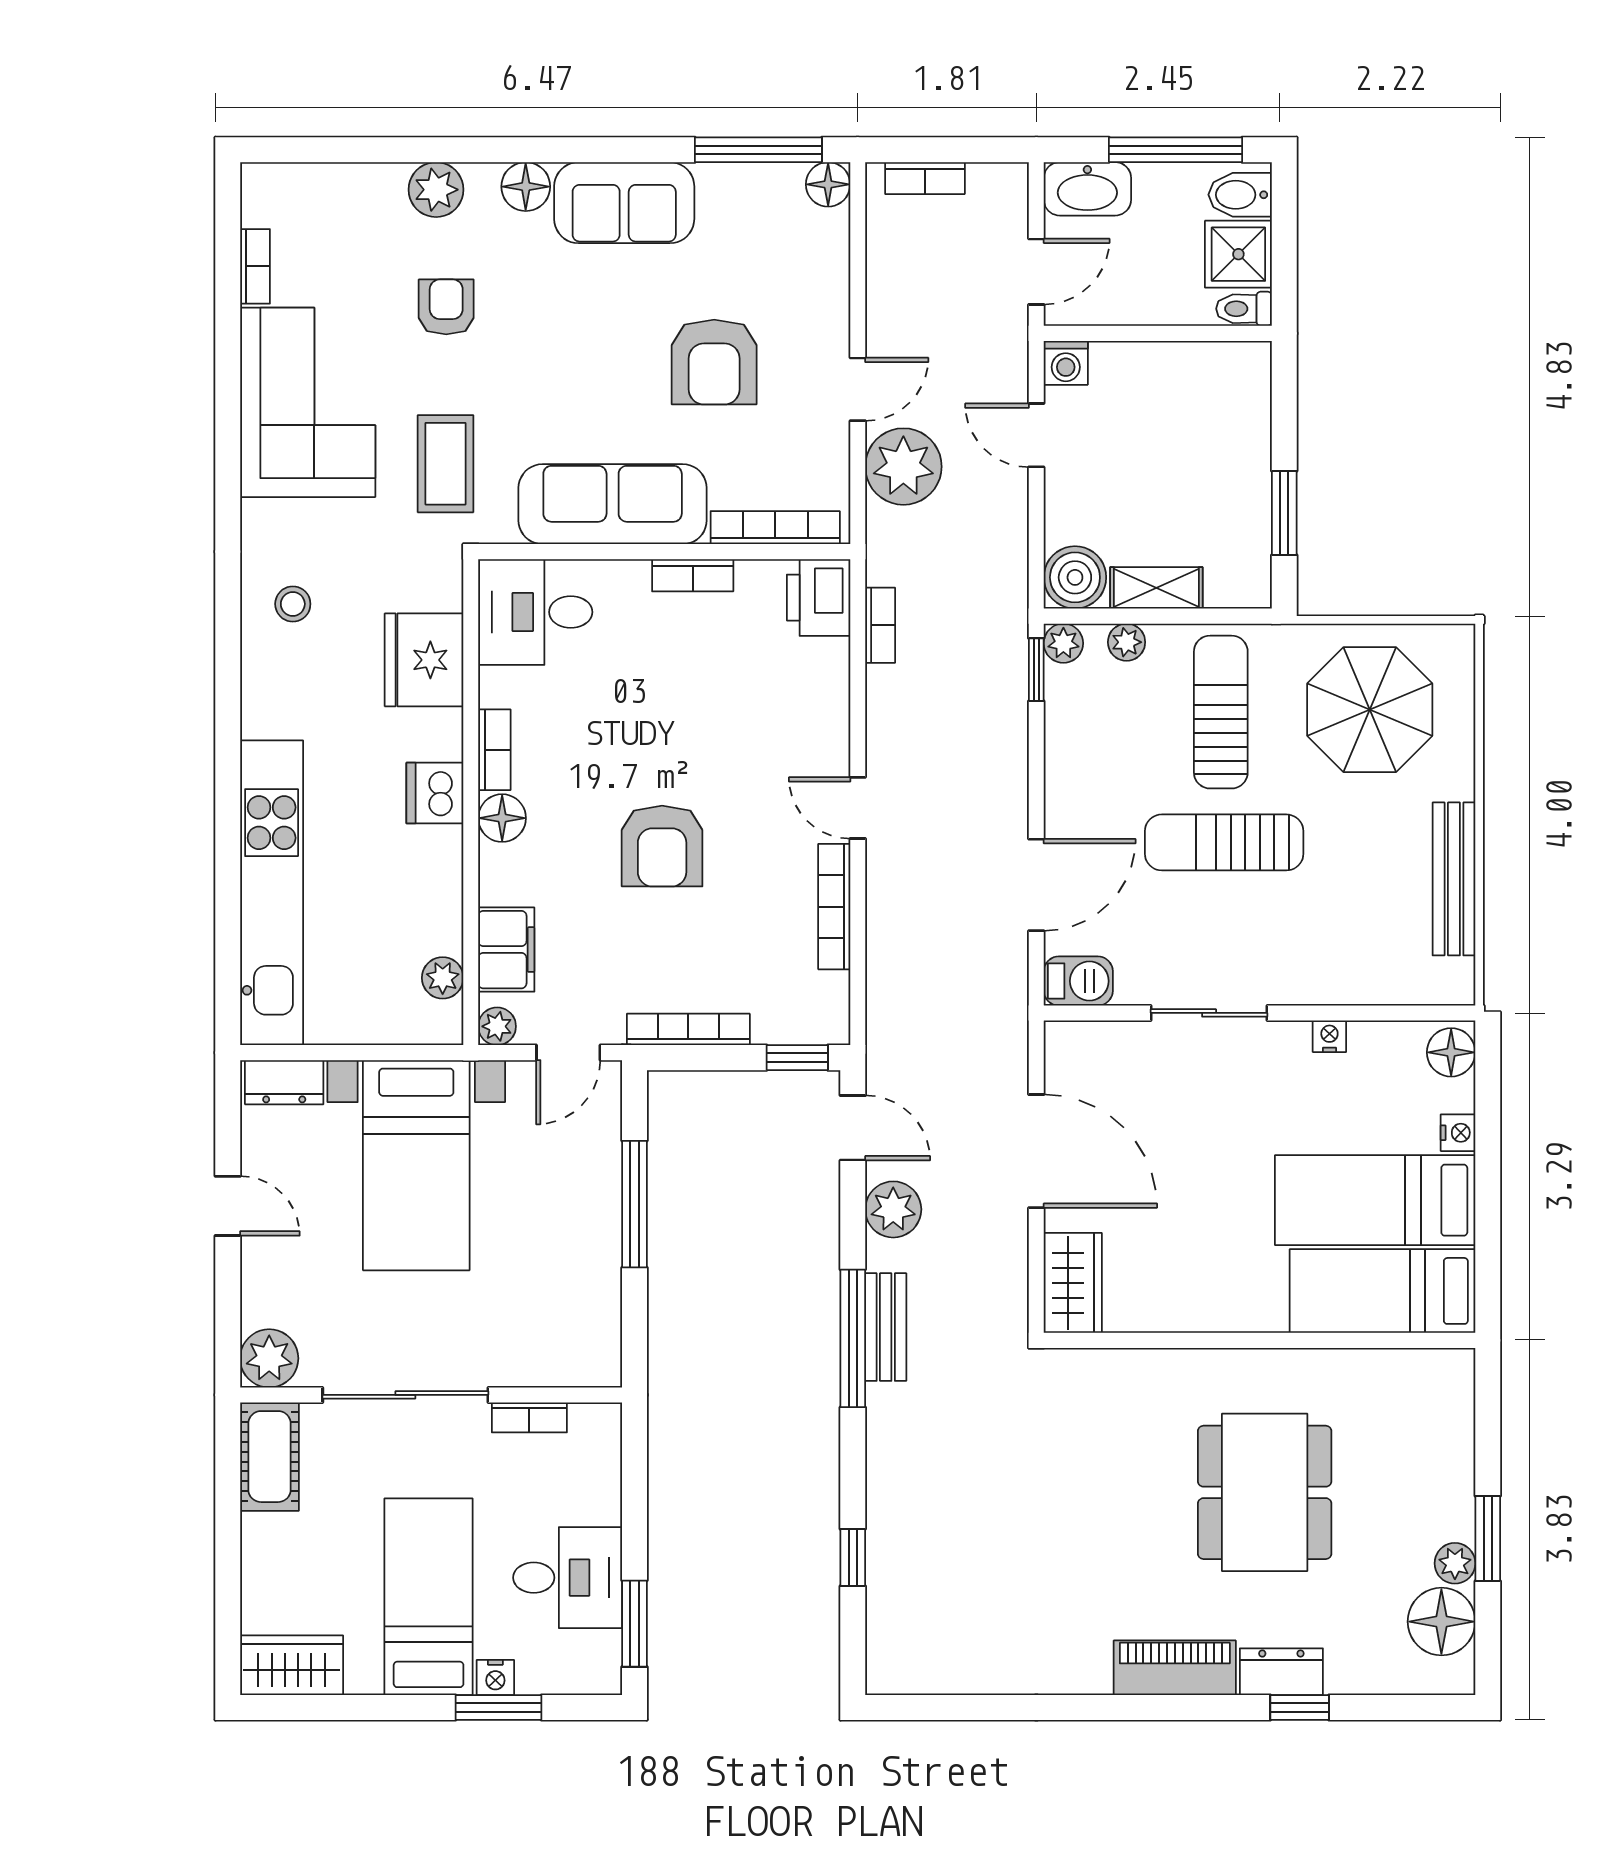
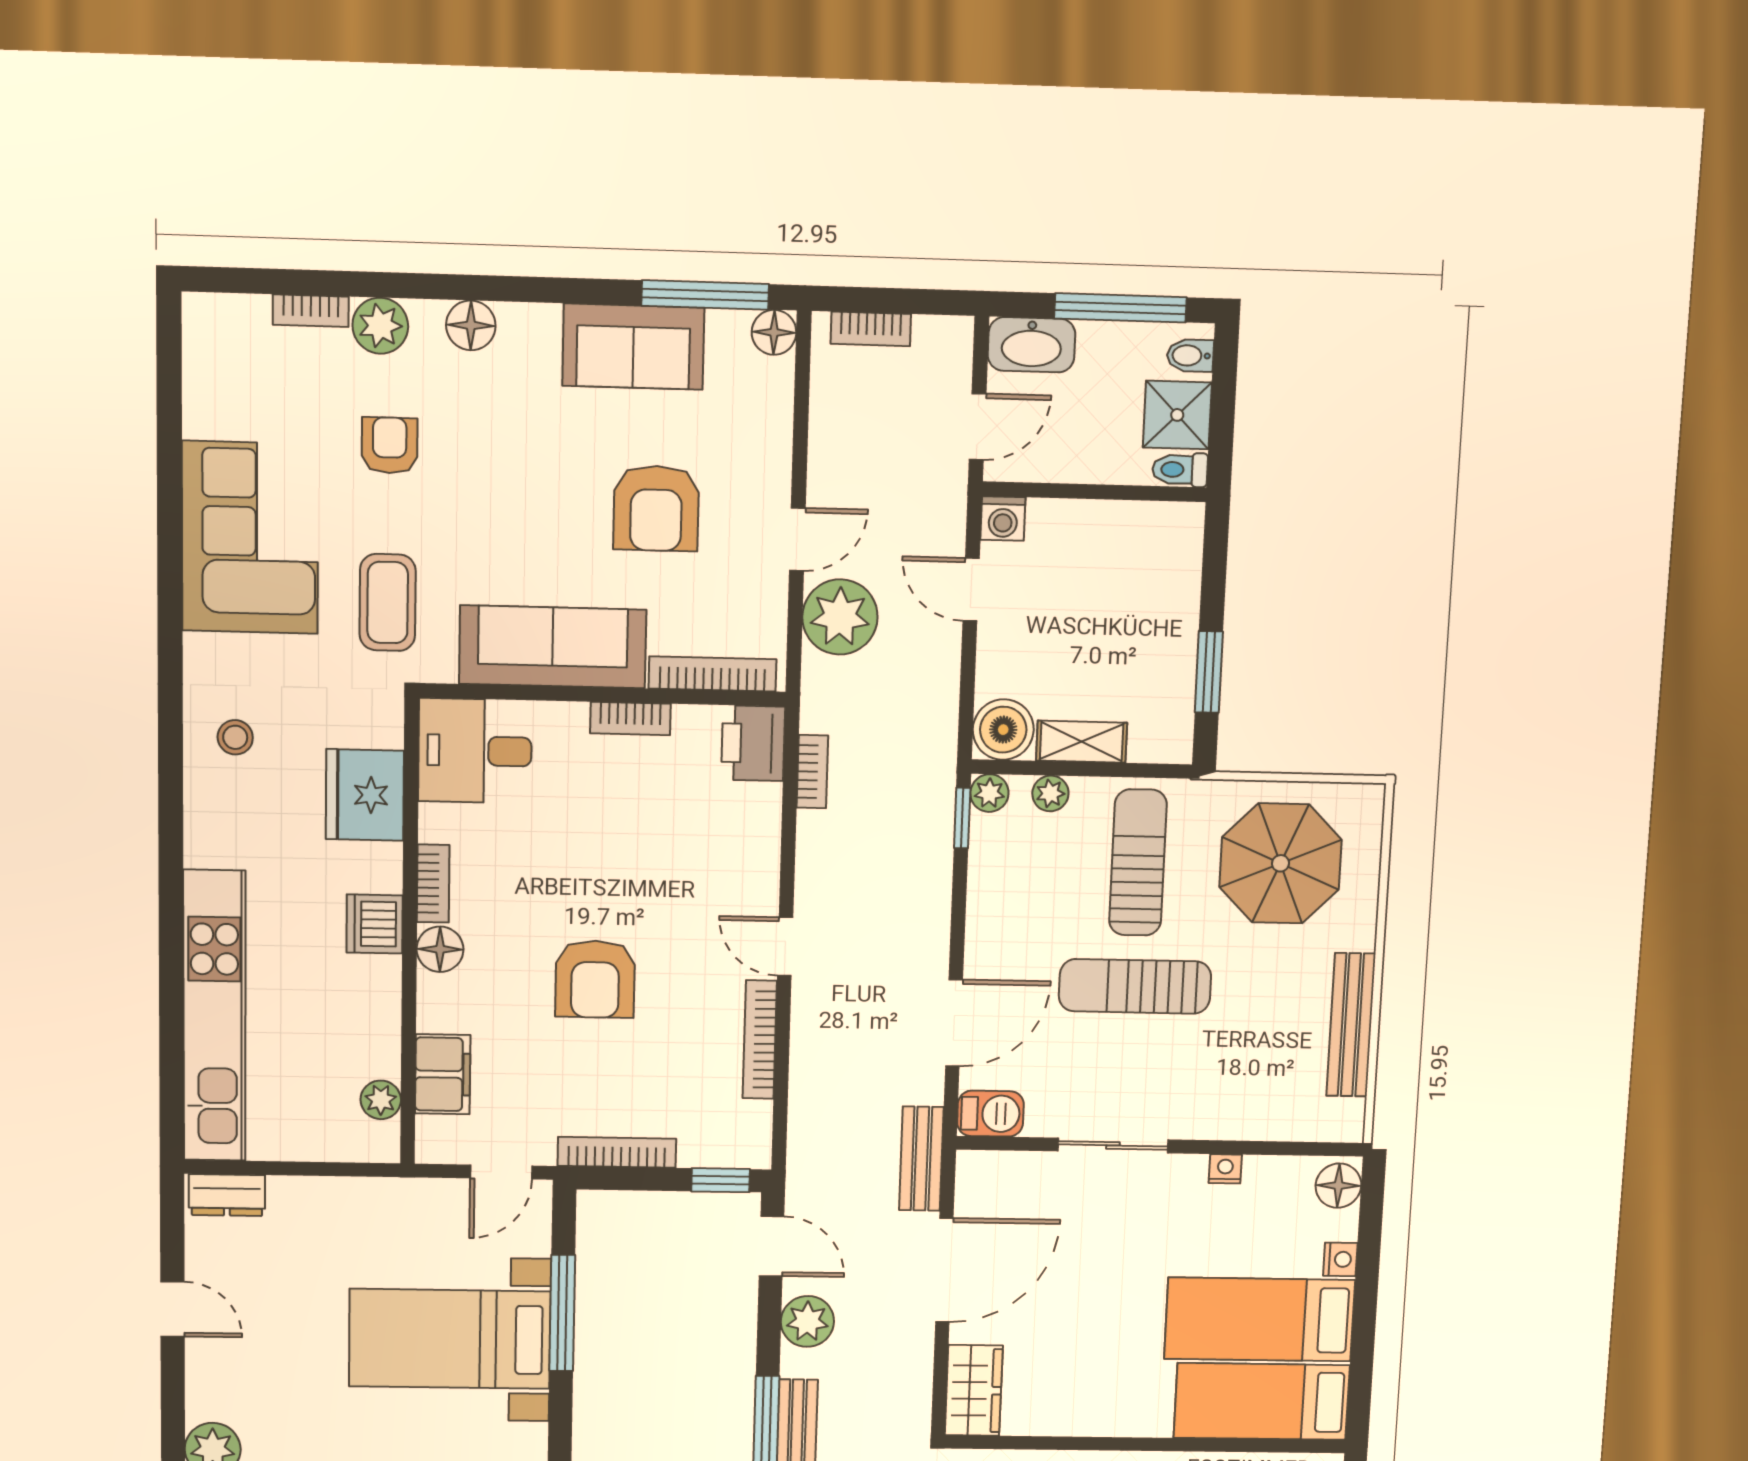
bidet: (1240, 195) -> (1190, 356), width x0.72, depth x0.74
sofa: (624, 203) -> (633, 347), moved
bookcase: (255, 266) -> (311, 311), moved, turned 90
plant: (497, 1026) -> (433, 1146), removed
bench: (1007, 1031) -> (921, 1159), added
door: (1036, 1151) -> (944, 1270), hinge flipped
bed with nightstands: (416, 1165) -> (450, 1339), moved, turned 90

